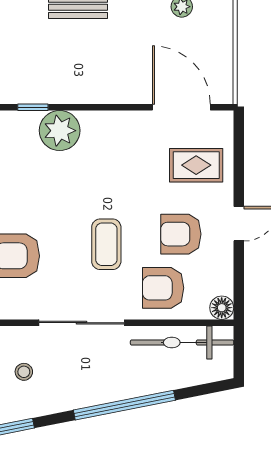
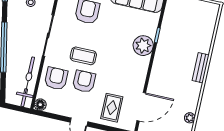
armchair: (181, 234) -> (84, 81), moved

